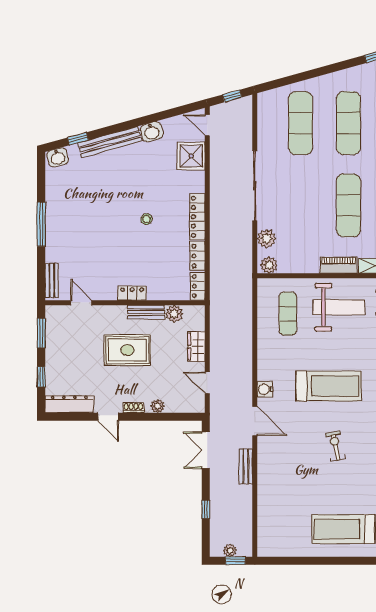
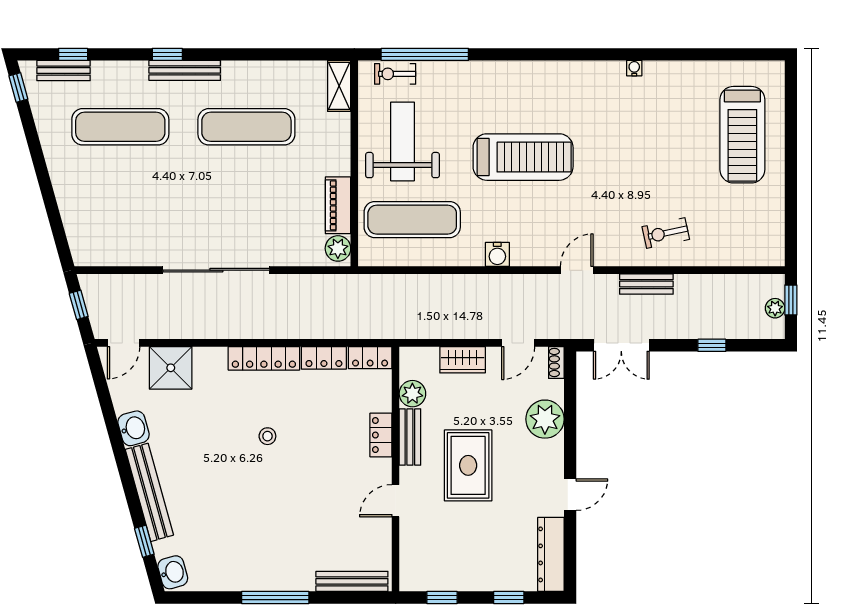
exercise mat: (301, 123) -> (120, 200), removed
plant: (267, 239) -> (297, 252), removed
piano: (339, 265) -> (338, 205), moved
bench: (52, 281) -> (352, 581), width x1.36
locker: (132, 293) -> (381, 435), moved
door: (81, 303) -> (396, 501), moved
exercise mat: (288, 314) -> (412, 220), width x1.36, depth x1.45
window: (41, 333) -> (442, 597), width x0.67
treadmill: (329, 386) -> (523, 157), turned 90
water cooler: (265, 389) -> (497, 254), moved
plant: (158, 406) -> (545, 419), width x1.88, depth x1.88
shoe rack: (133, 408) -> (556, 362), moved
door: (255, 421) -> (577, 270), width x0.73
exercise bike: (335, 446) -> (666, 233), moved

